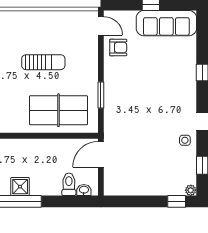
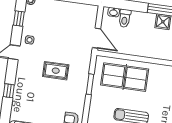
rug: (146, 106) -> (56, 71), added
door: (101, 154) -> (96, 38), hinge flipped

